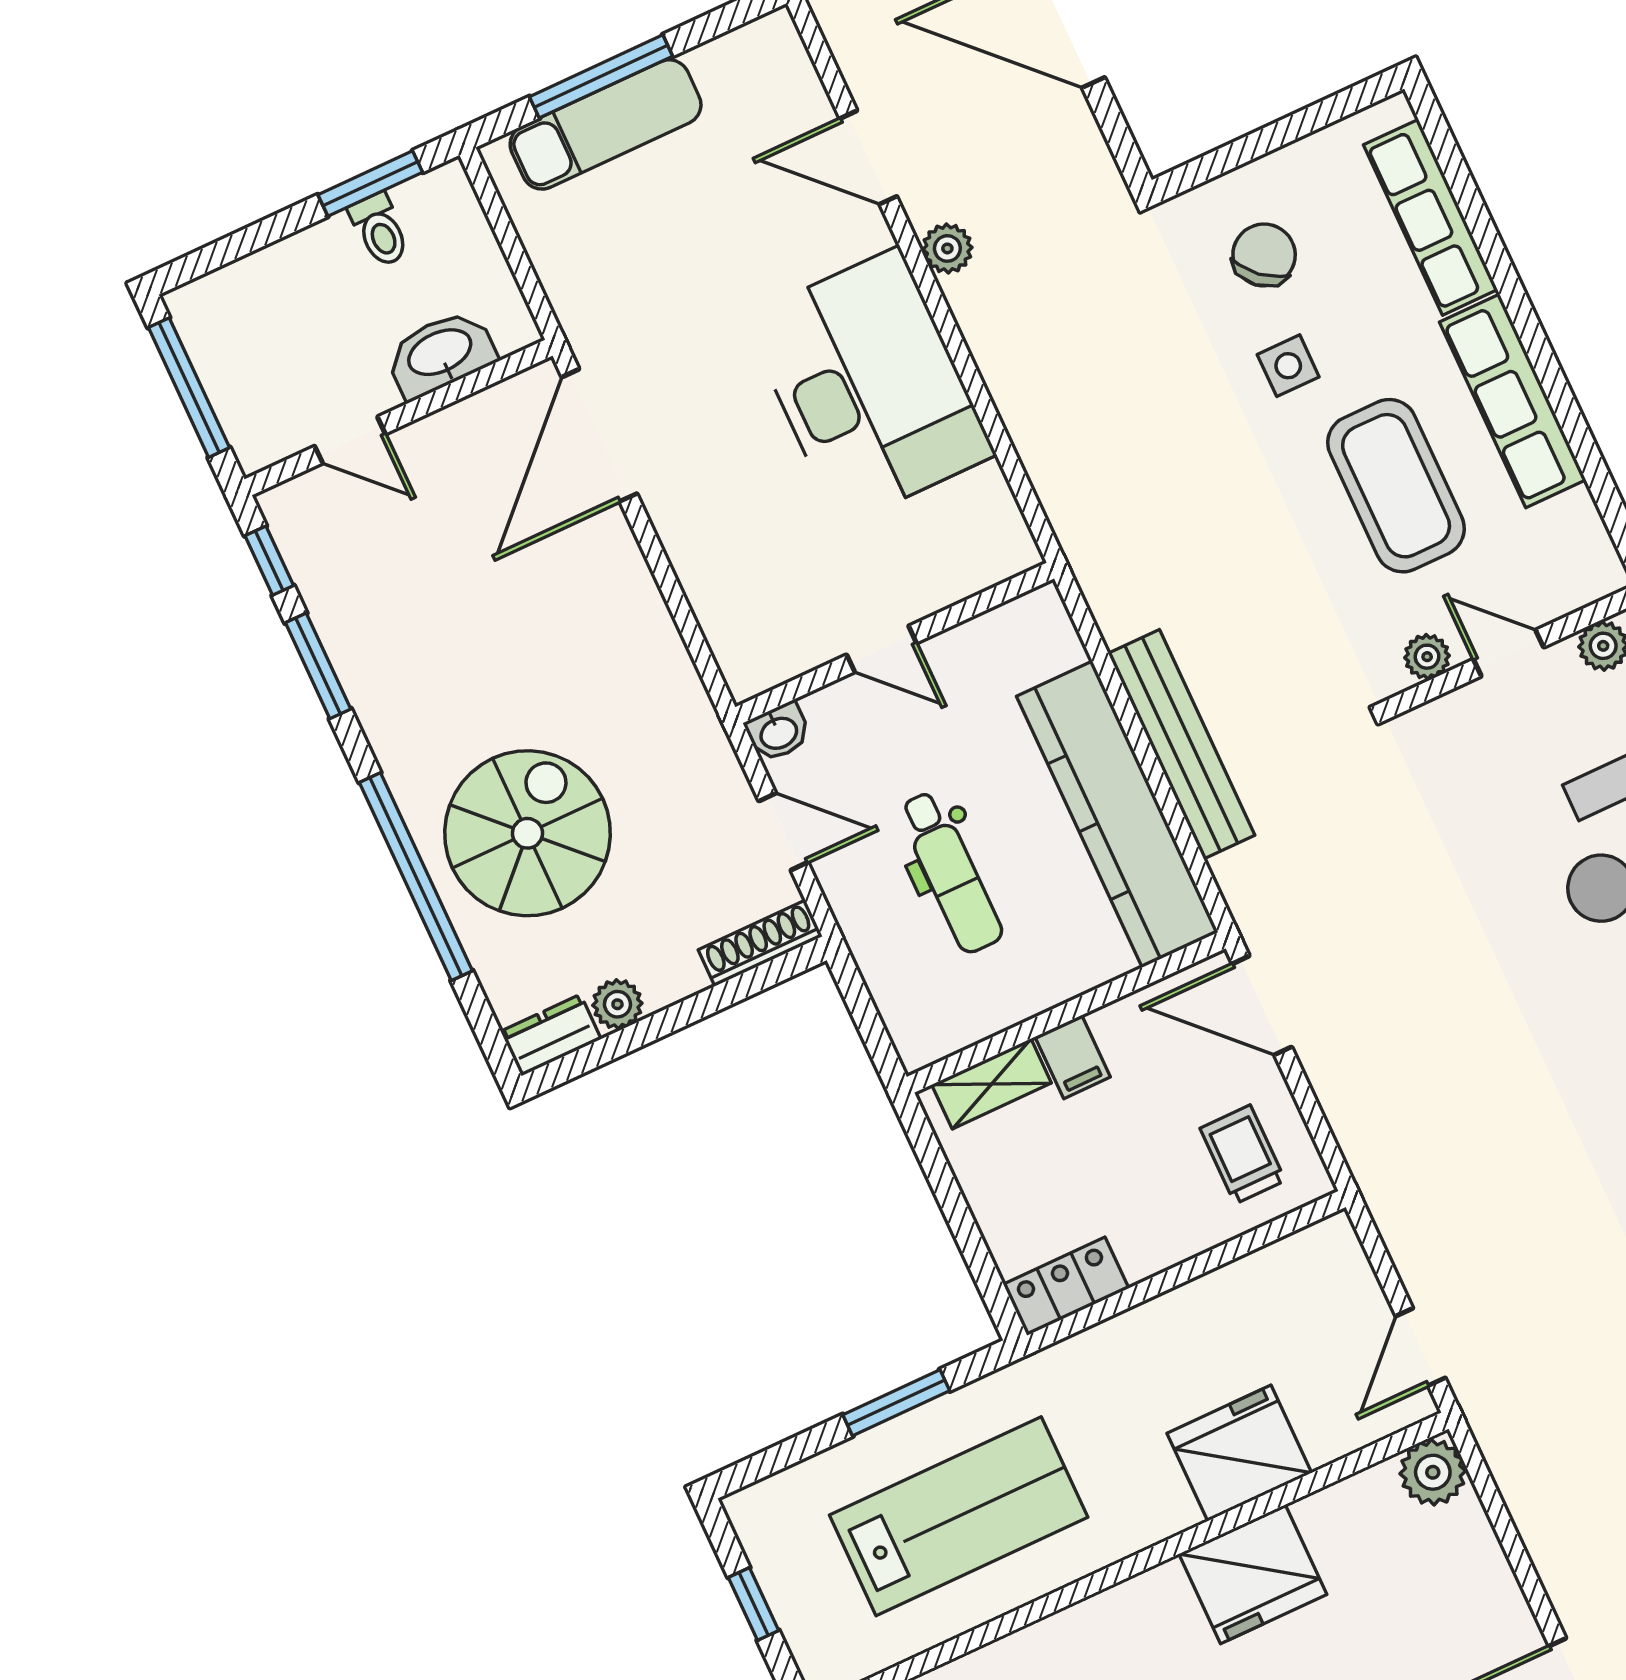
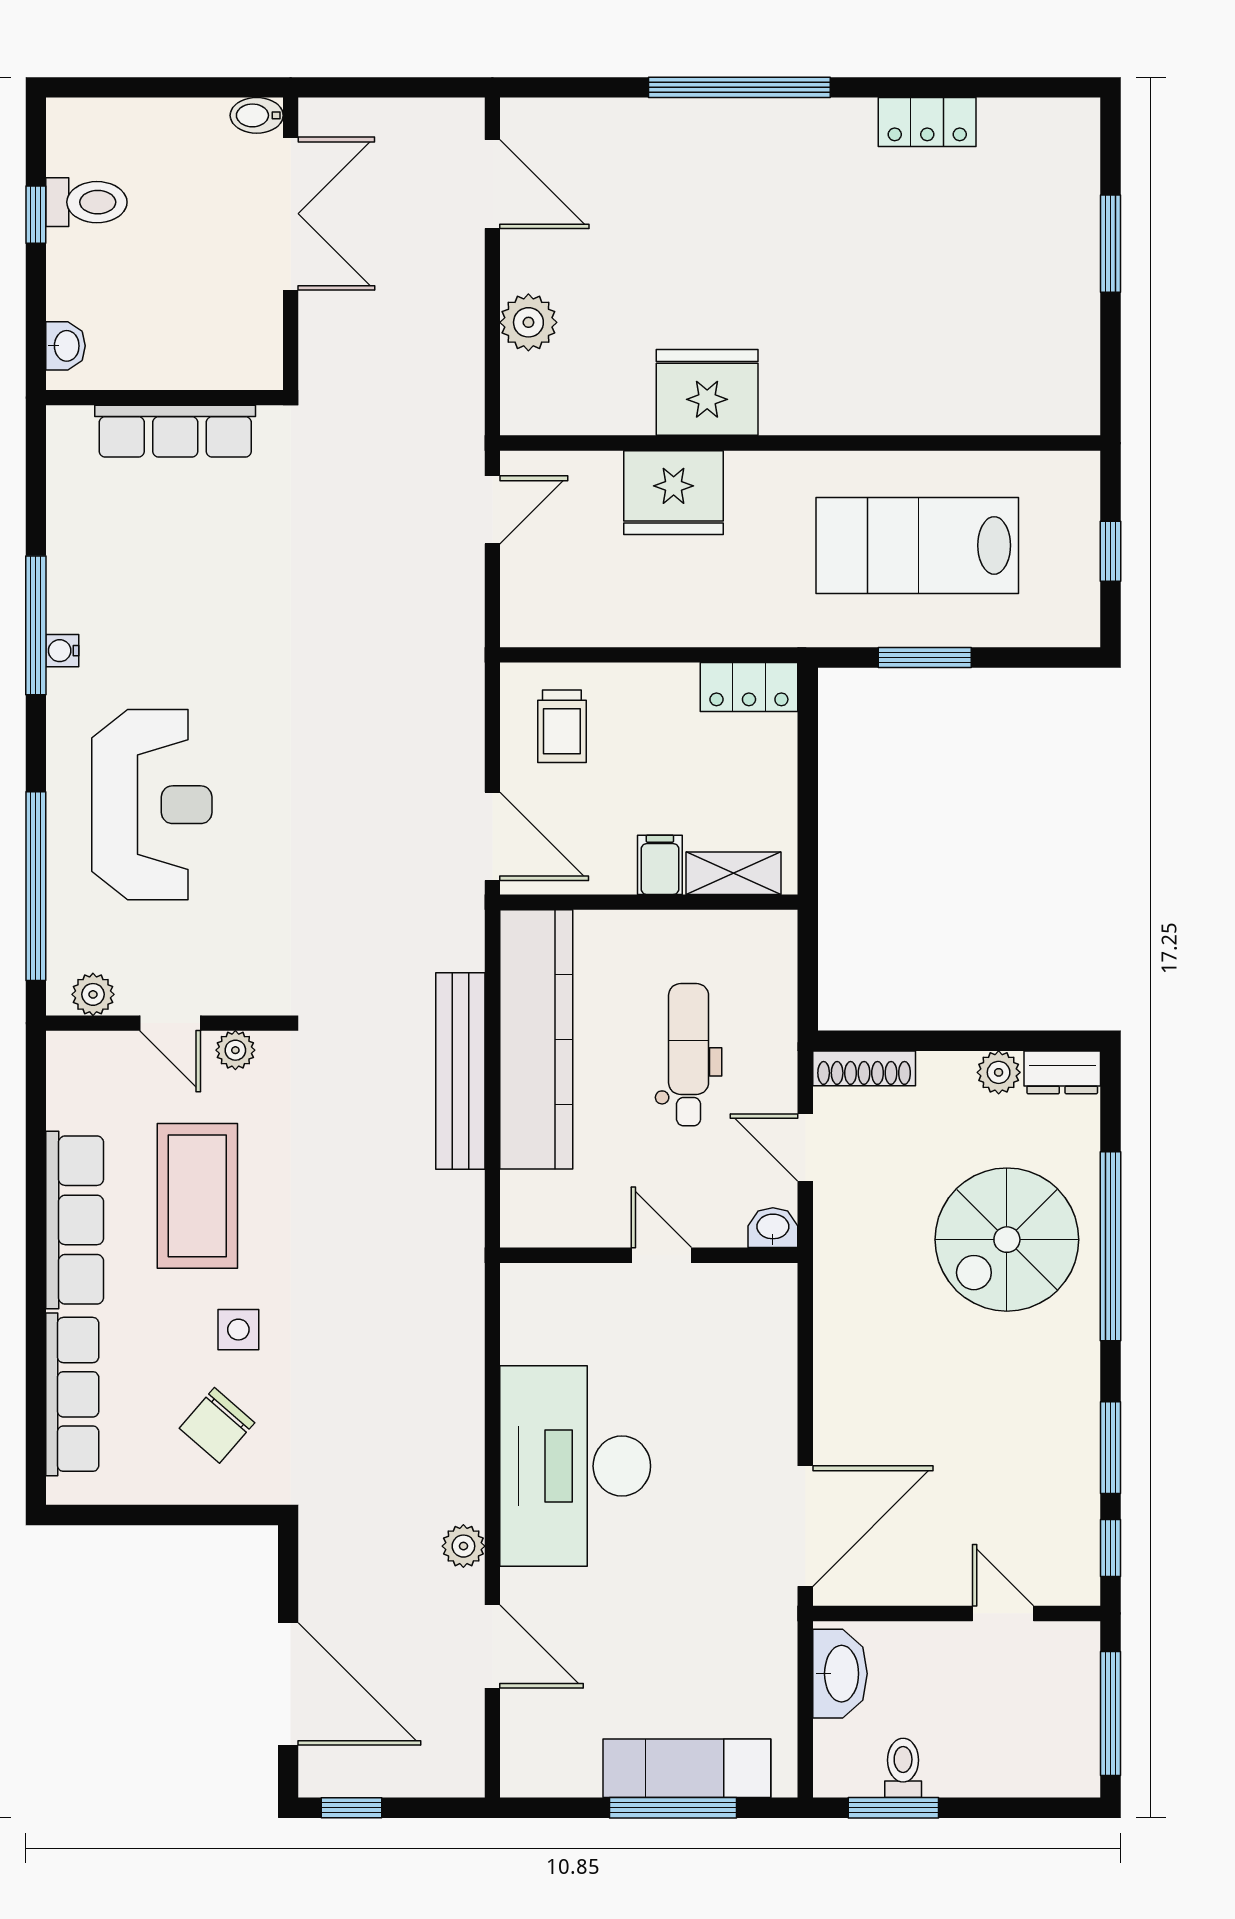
washbasin: (441, 354) -> (840, 1674), moved, turned -90
plant: (1433, 1472) -> (528, 322), moved

